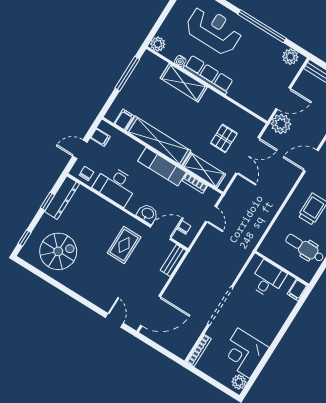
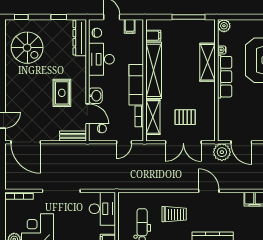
dresser: (62, 198) -> (80, 38), moved, turned 90
rug: (124, 245) -> (62, 93), turned 90
desk: (268, 279) -> (102, 209), width x1.37

